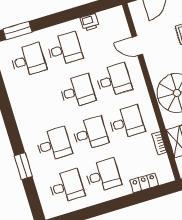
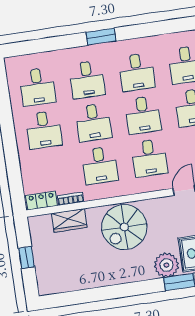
desk: (41, 102) -> (137, 72), added
window: (23, 166) -> (101, 37), moved
locker: (144, 183) -> (42, 200), moved, turned -90

